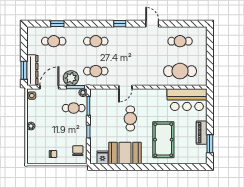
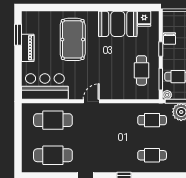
cafe table: (180, 41) -> (53, 155), width x1.37, depth x1.35
door: (125, 87) -> (91, 101), moved
cafe table: (130, 119) -> (141, 70), moved
chair: (78, 151) -> (170, 38), moved

